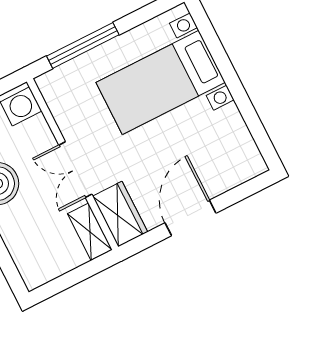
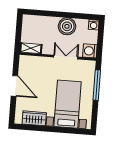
double door: (75, 170) -> (66, 57), moved
wardrobe: (120, 214) -> (34, 118), moved, turned 180

